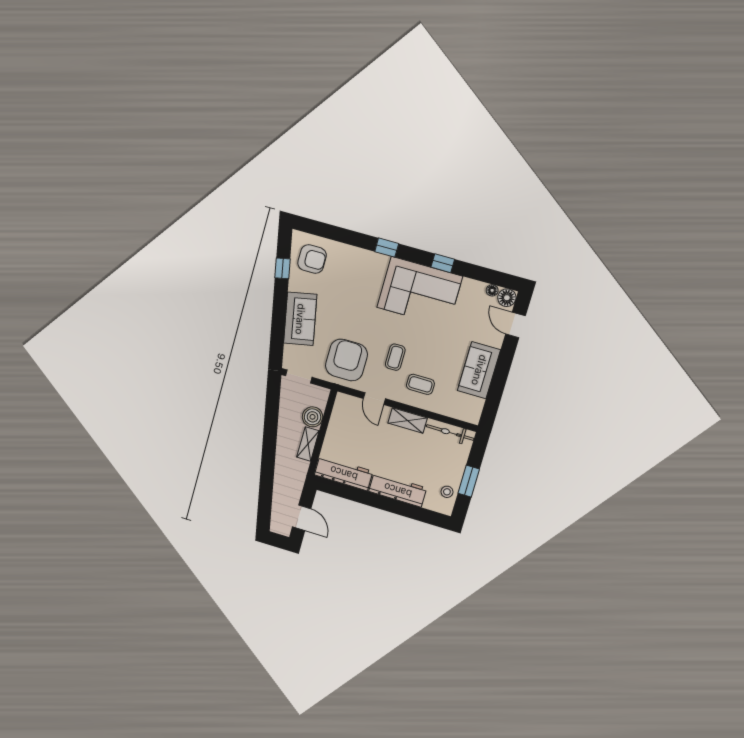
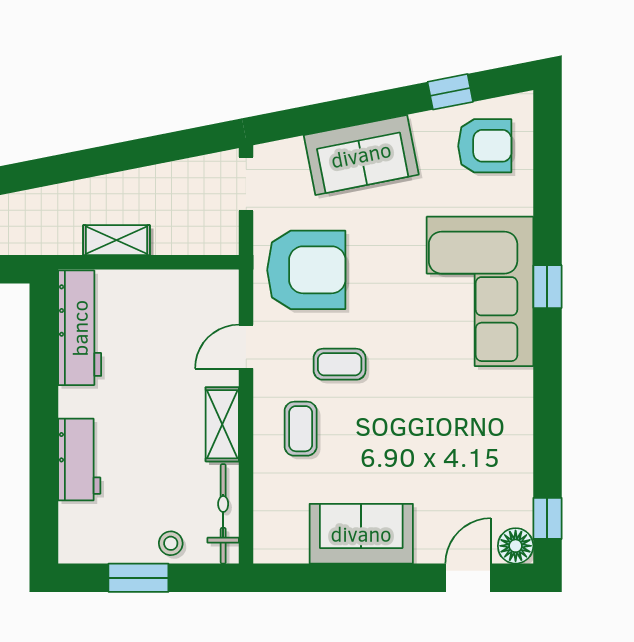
armchair: (312, 259) -> (485, 146), turned -90
window: (443, 263) -> (547, 518), moved
floor lamp: (492, 290) -> (522, 514), removed
corner sofa: (420, 292) -> (480, 291), moved
boiler: (313, 417) -> (174, 234), removed
workbench: (398, 490) -> (79, 459), width x0.73
stool: (447, 492) -> (171, 543), moved

